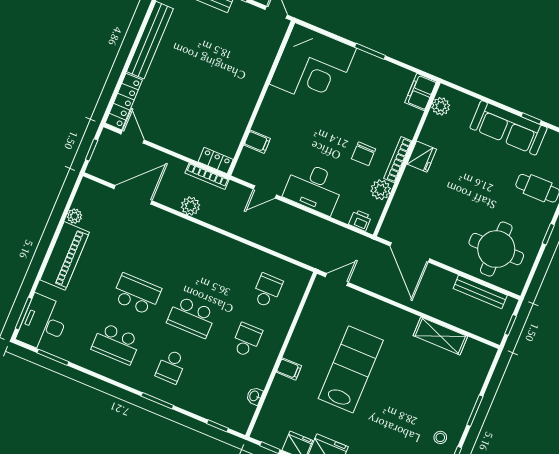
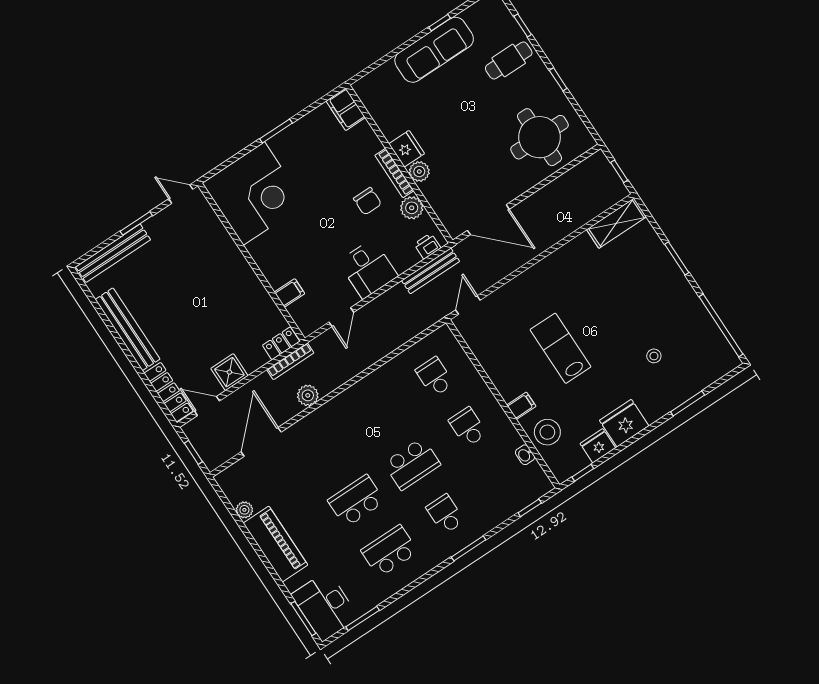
plant: (441, 106) -> (419, 171), moved
shower: (169, 137) -> (229, 372), added
desk: (314, 188) -> (368, 269), width x0.73
bench: (480, 292) -> (431, 271), moved
shelving: (440, 336) -> (616, 223), moved
school desk: (116, 344) -> (389, 551), turned 180
school desk: (171, 367) -> (445, 514), turned 180
lab bench: (351, 369) -> (560, 348), width x0.73, depth x0.72
stool: (282, 401) -> (547, 432), added
stool: (440, 437) -> (654, 356), moved

